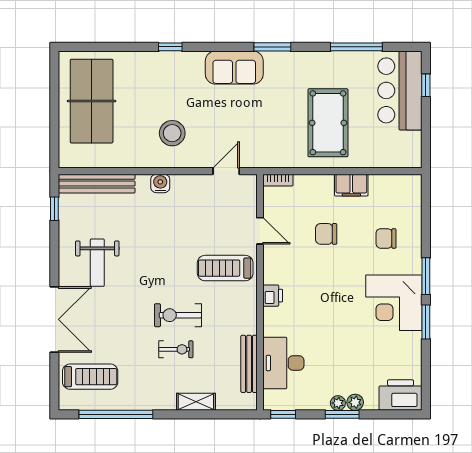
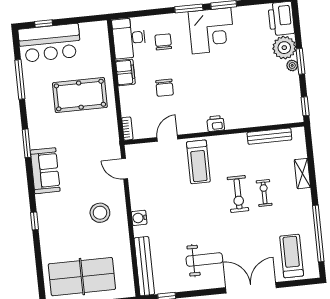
chair: (386, 238) -> (163, 42), turned 180
desk: (283, 363) -> (129, 38), moved, turned 90
plant: (355, 402) -> (284, 48), width x1.87, depth x1.87

